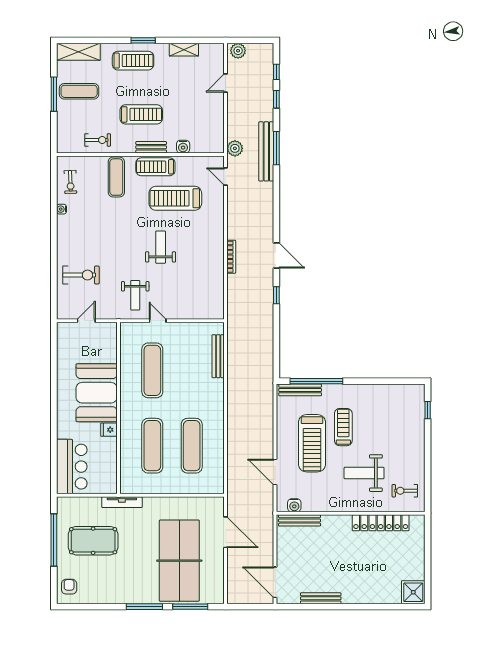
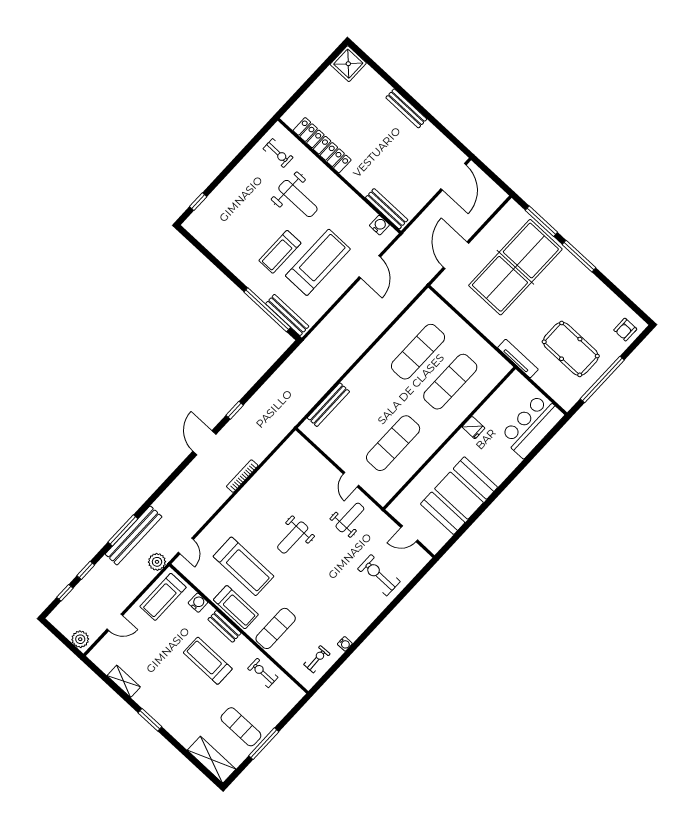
treadmill: (133, 61) -> (163, 597), moved, turned -90
booth: (97, 393) -> (459, 496), moved
bench: (321, 598) -> (406, 108), moved

